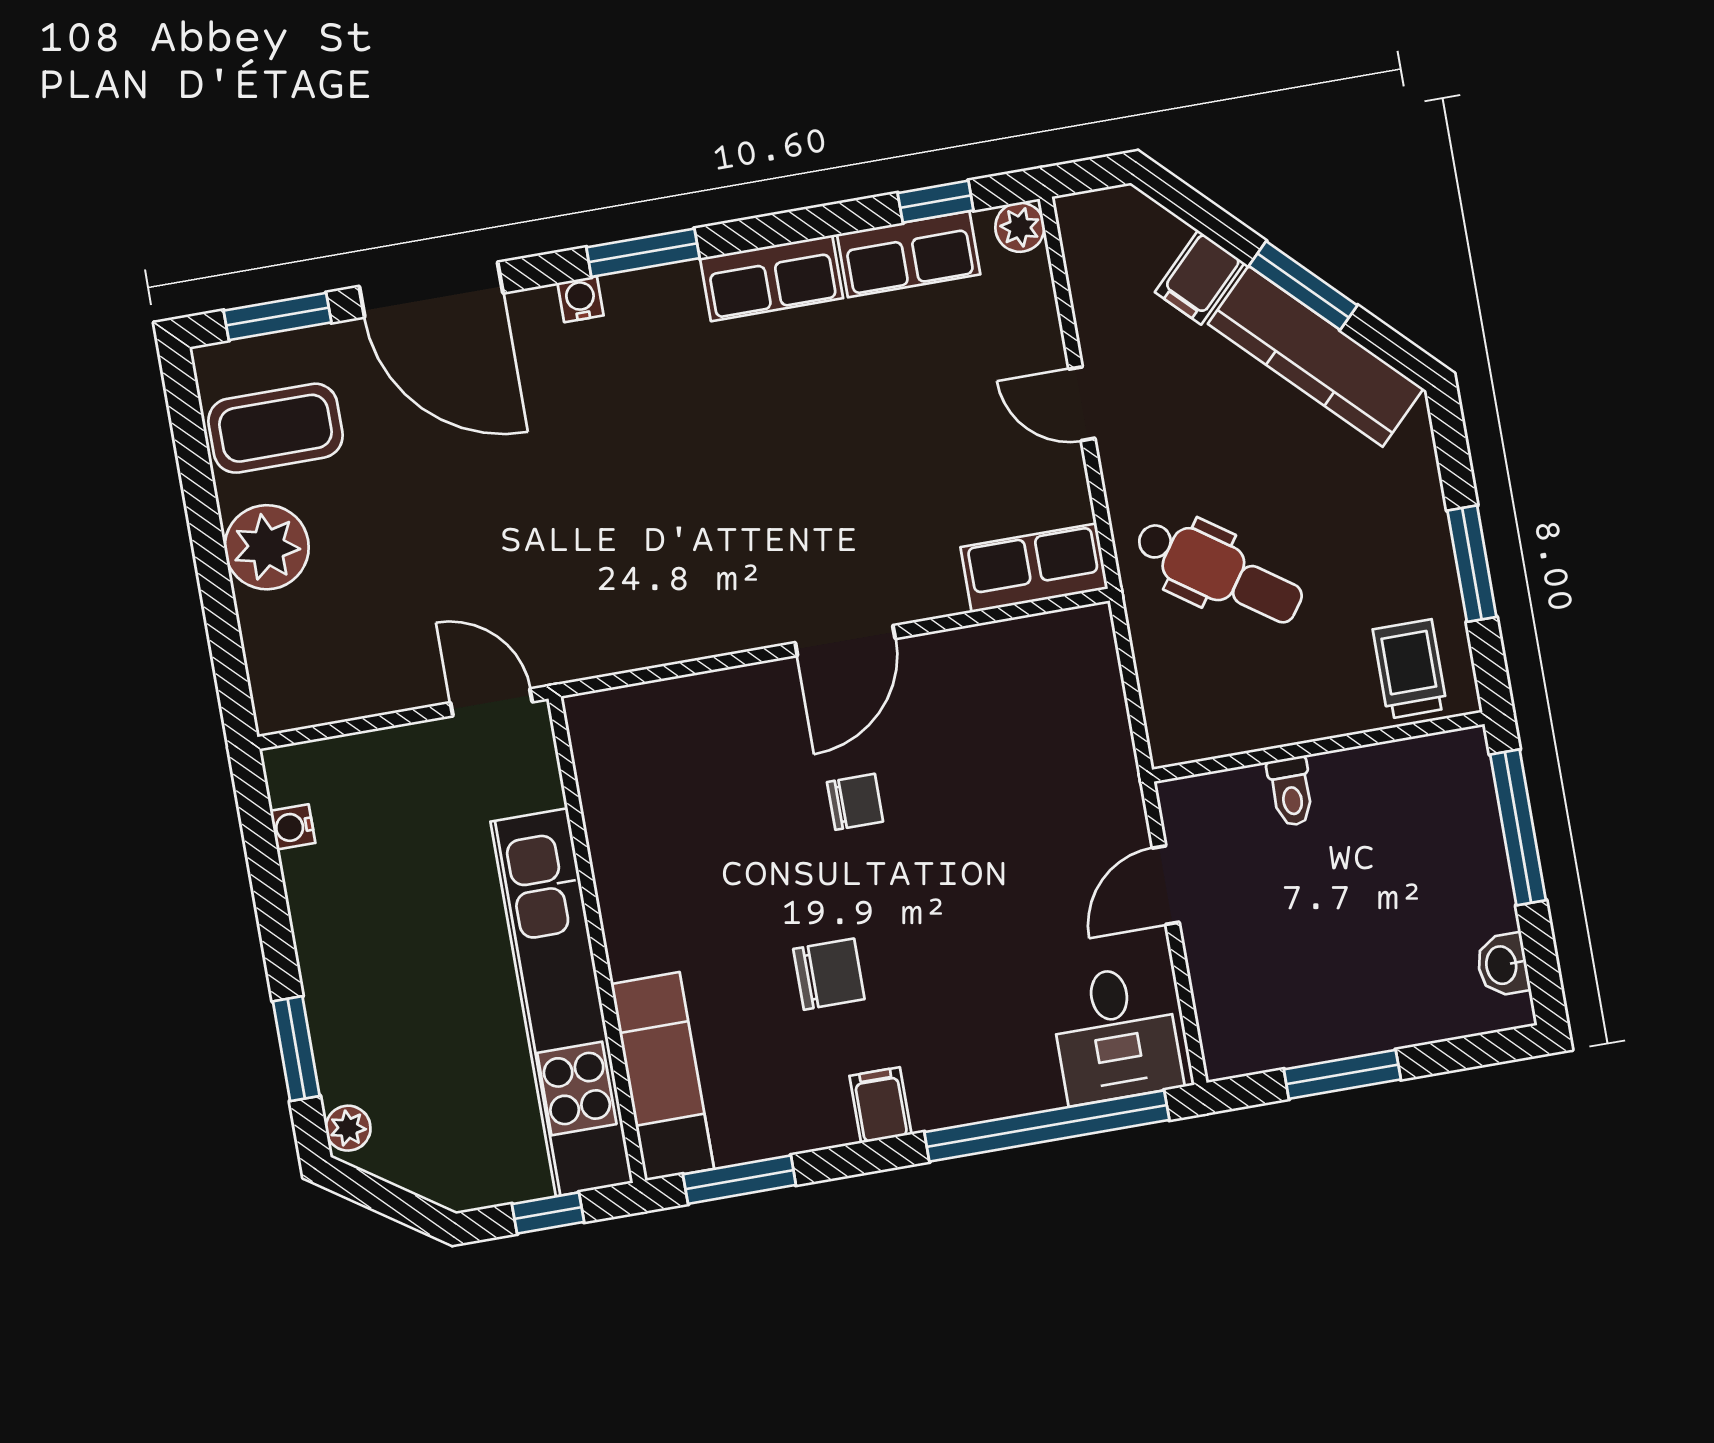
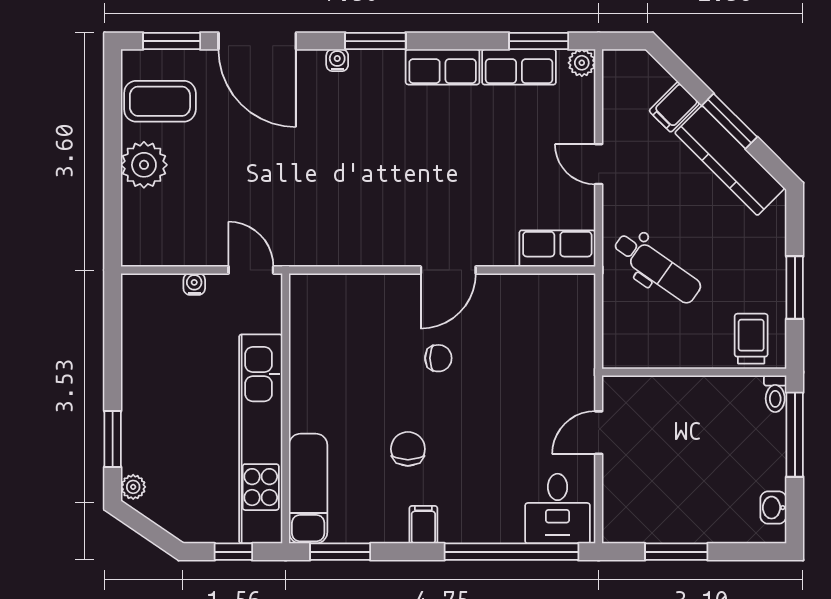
window: (936, 202) -> (539, 41), width x1.50
toilet: (1291, 791) -> (775, 394), moved
water cooler: (293, 827) -> (194, 284), moved, turned 90
chair: (829, 974) -> (408, 449), turned -90

